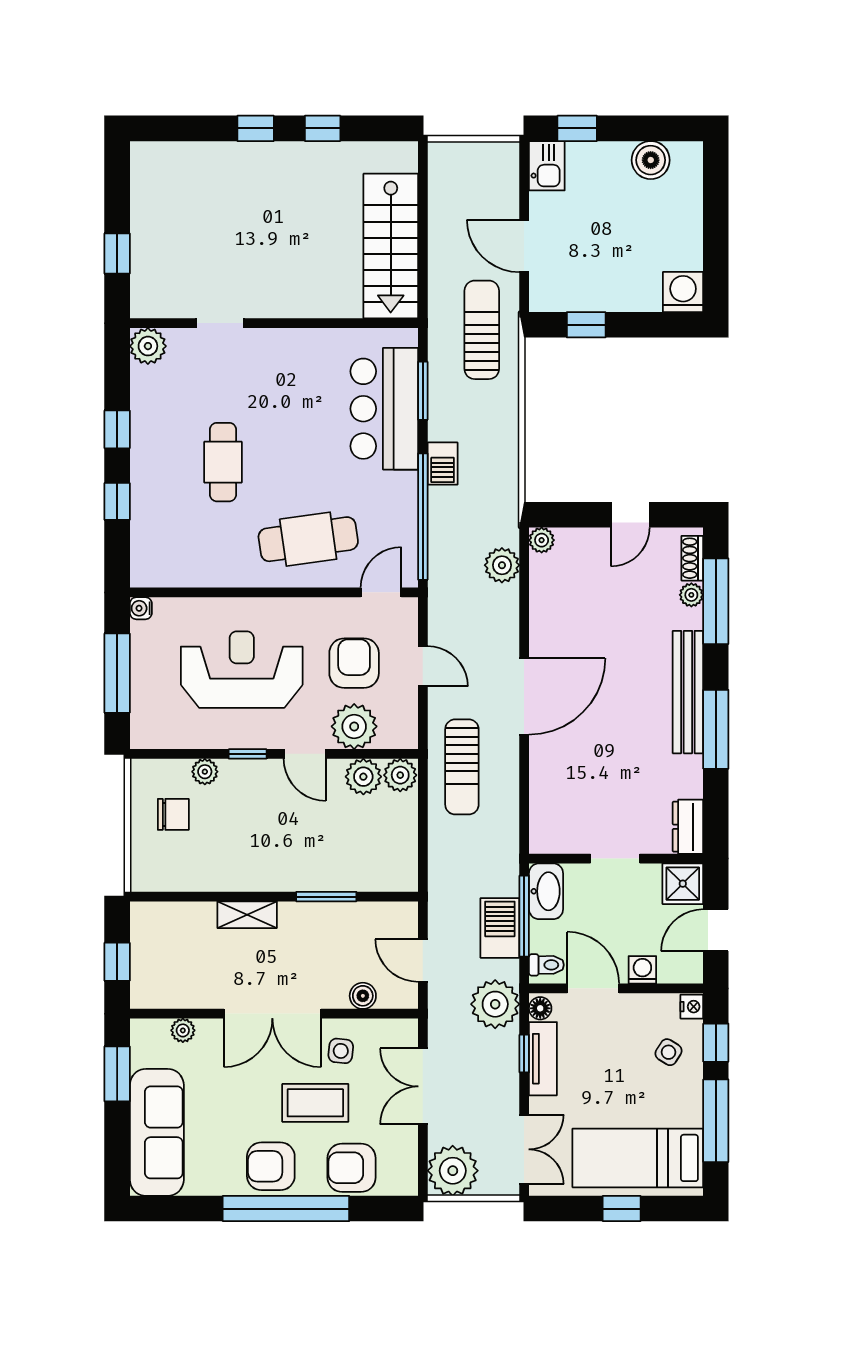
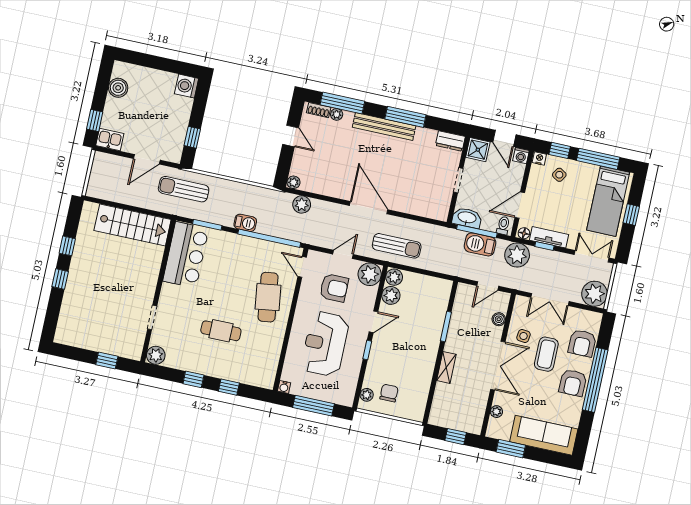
bar counter: (384, 409) -> (186, 255), moved, turned -90
armchair: (354, 663) -> (334, 288), turned 180
plant: (354, 726) -> (370, 274), moved
plant: (205, 772) -> (367, 395), moved
washing machine: (642, 970) -> (521, 156), moved, turned -90

